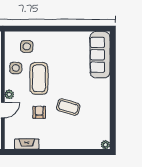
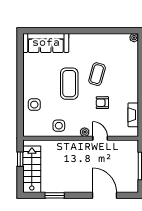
side table: (27, 46) -> (34, 105), moved
coffee table: (39, 78) -> (69, 84), moved, turned 90

